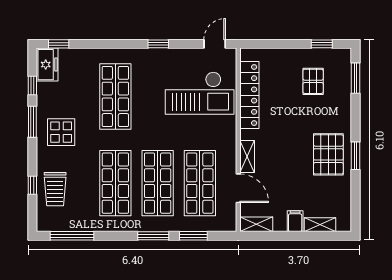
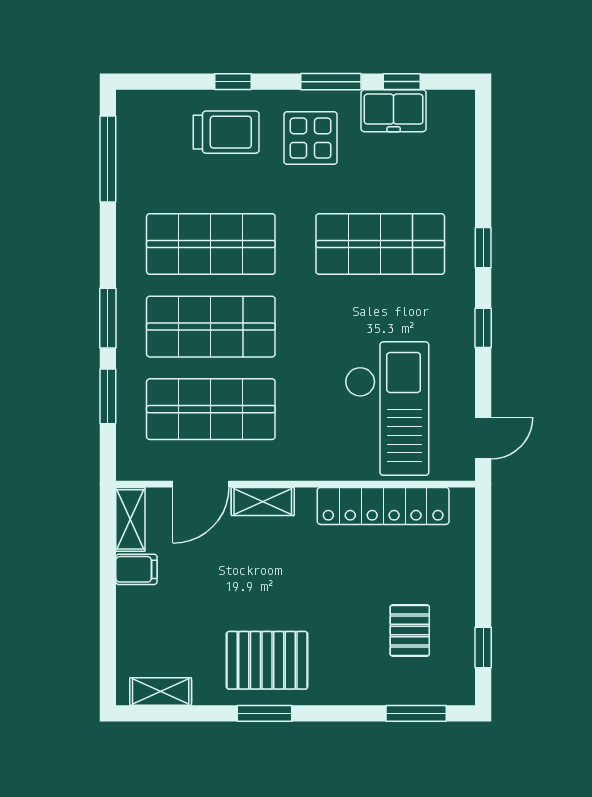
window: (59, 44) -> (483, 248), moved
door: (215, 44) -> (483, 438), hinge flipped
freezer: (47, 65) -> (394, 111), moved
pallet: (313, 81) -> (410, 630), turned 90
checkout: (200, 93) -> (387, 409), turned 180
window: (32, 185) -> (233, 82), moved
trolley: (55, 189) -> (226, 132), moved, turned 180
filing cabinet: (295, 221) -> (136, 569), moved
shelving: (320, 225) -> (161, 692), moved, turned 90

